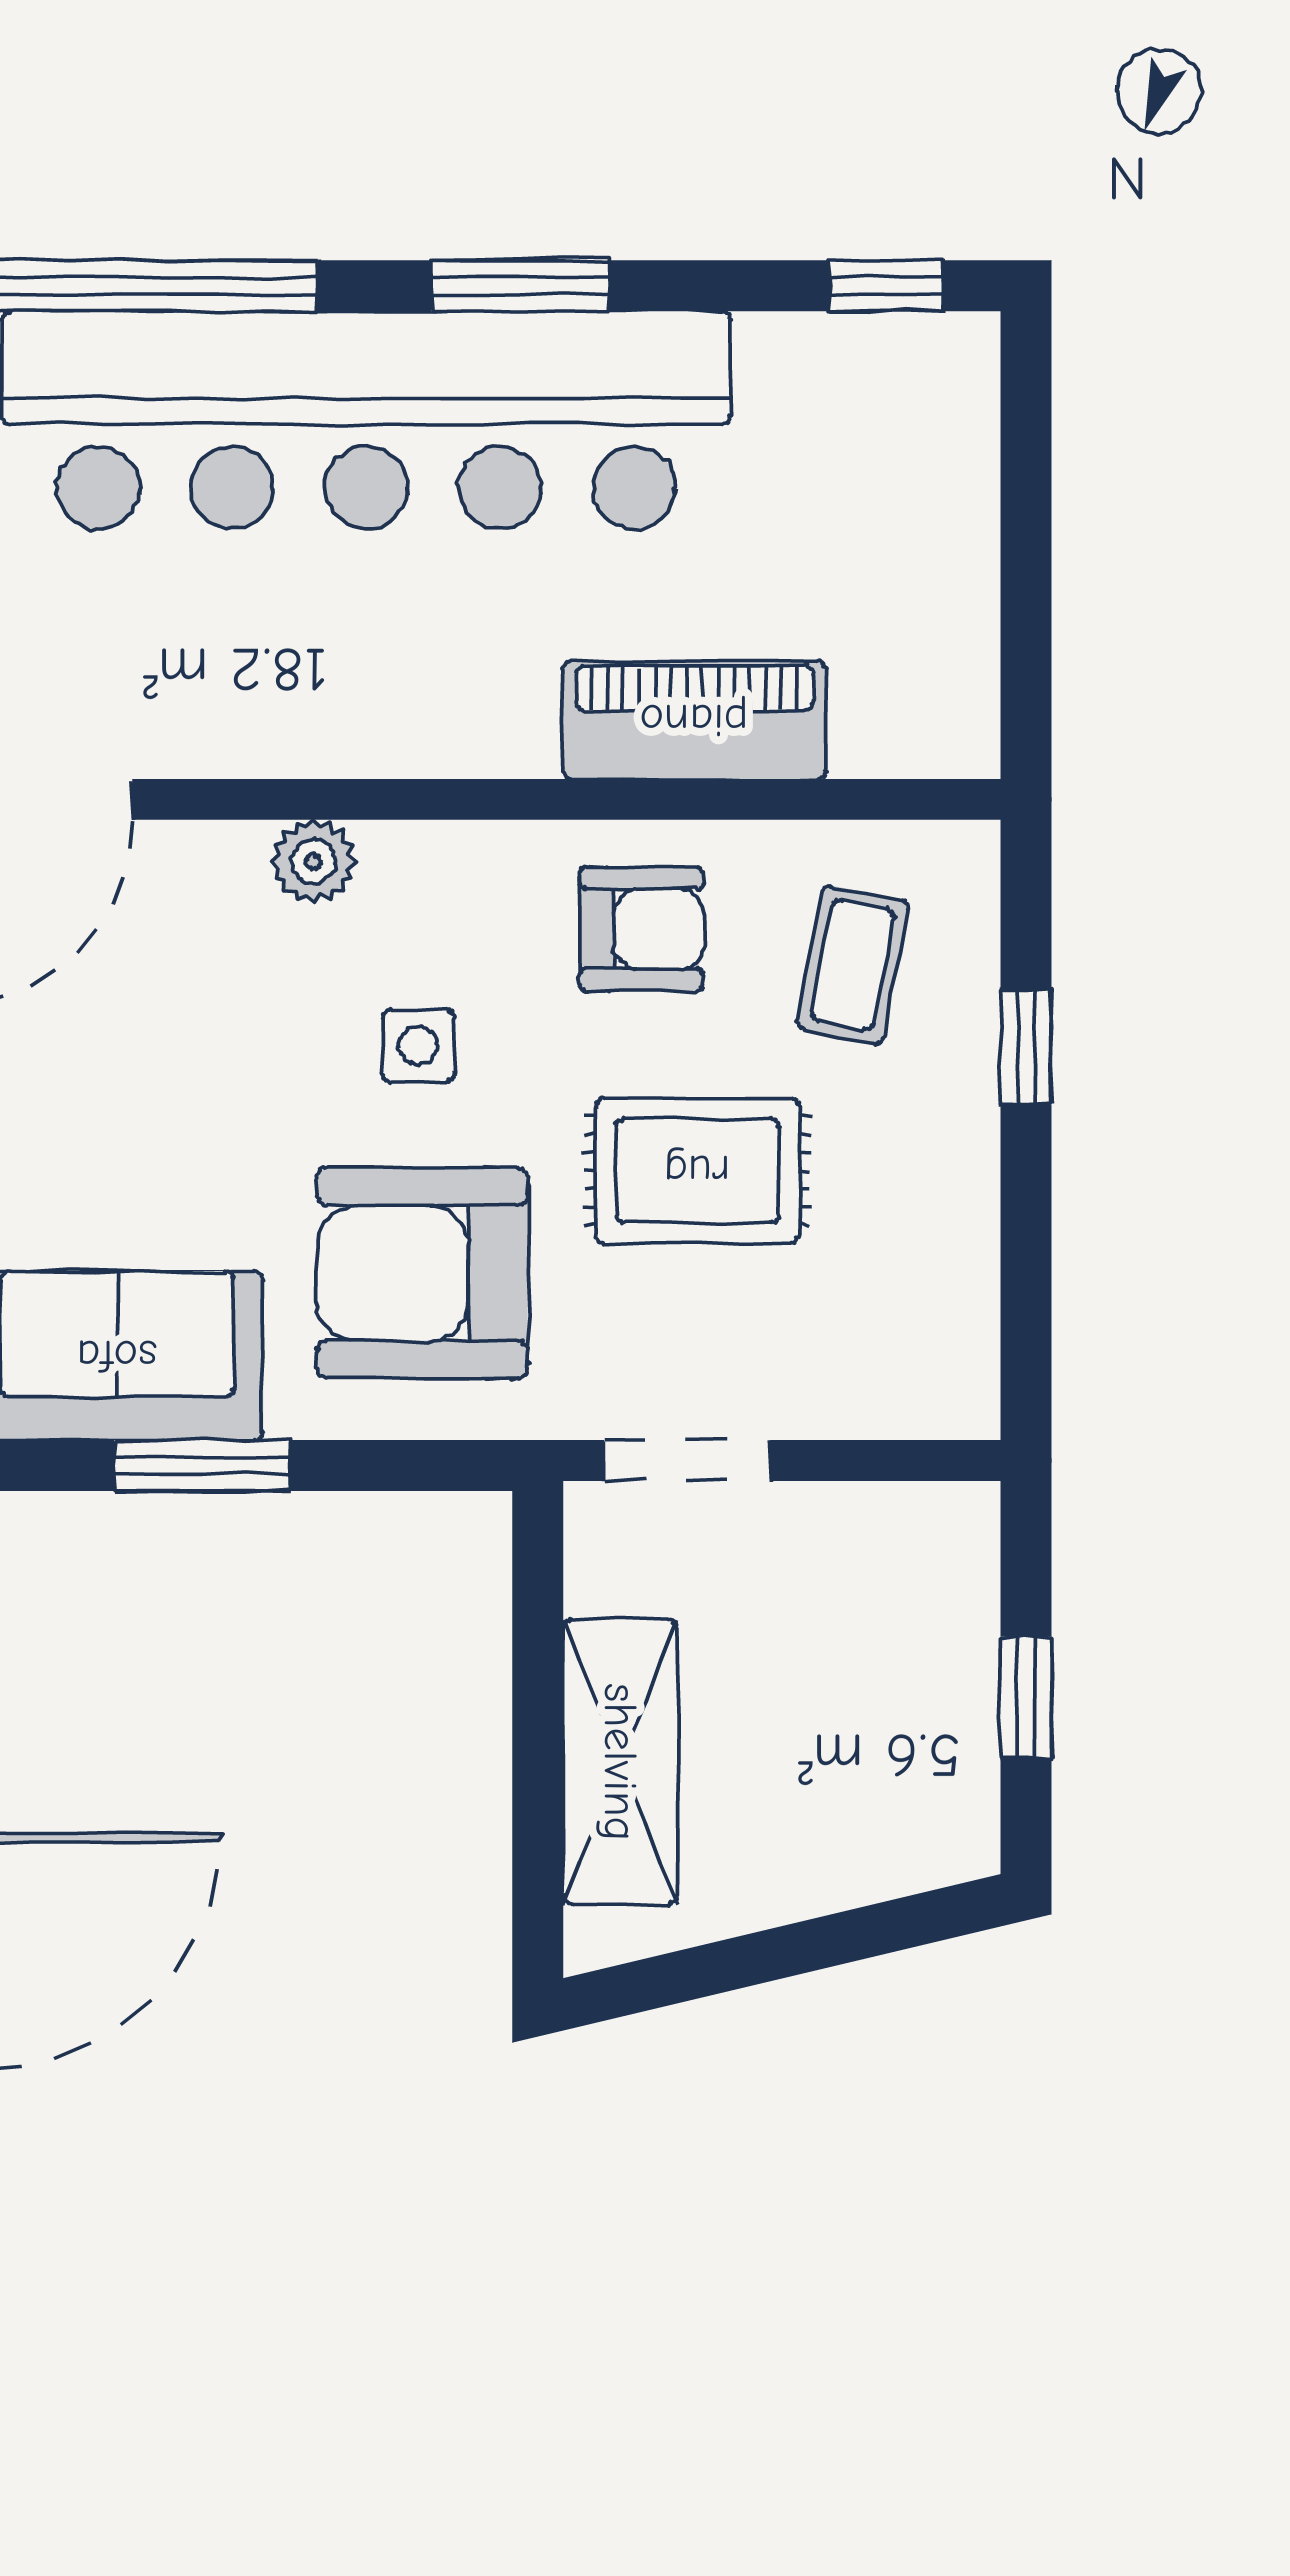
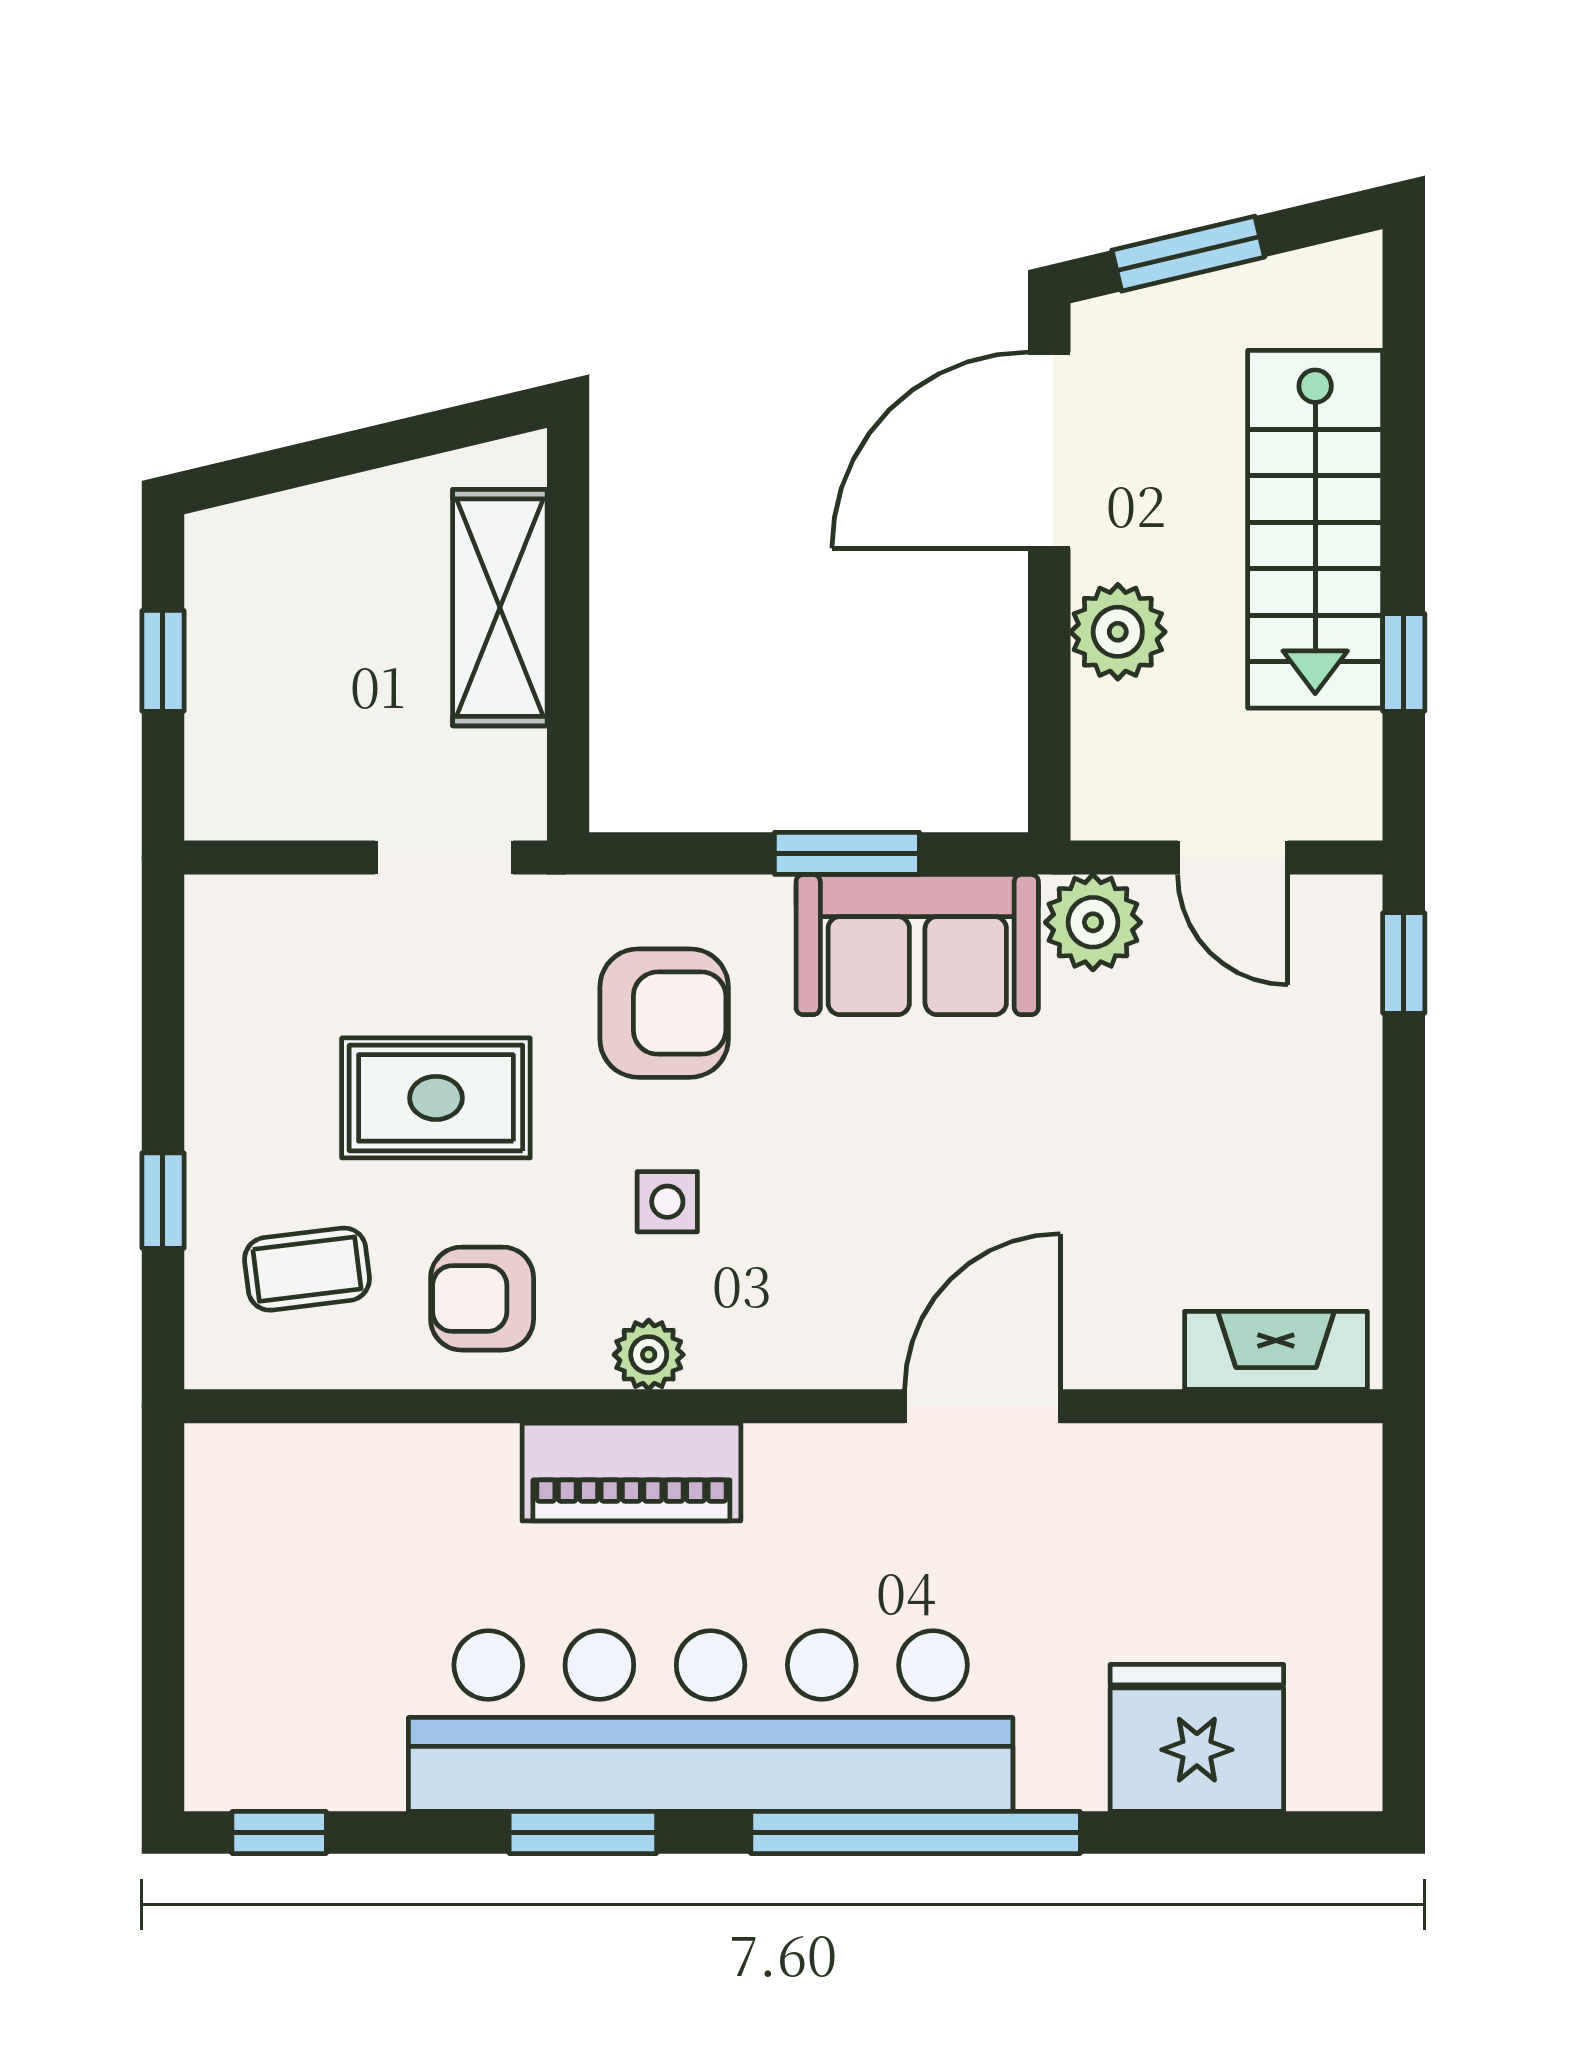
piano: (694, 720) -> (631, 1472), moved
plant: (314, 862) -> (649, 1355), moved
coffee table: (853, 965) -> (307, 1269), turned 72
armchair: (422, 1273) -> (664, 1013), width x0.73, depth x0.73

